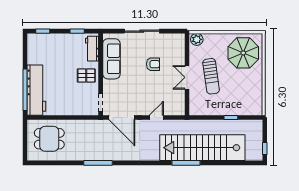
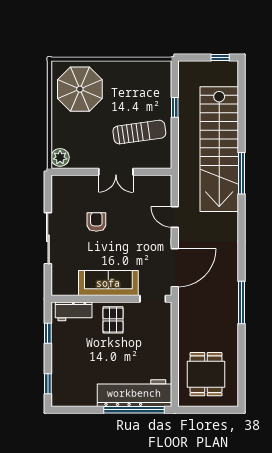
sofa: (111, 59) -> (108, 283), moved
sun lounger: (211, 76) -> (139, 132), moved

